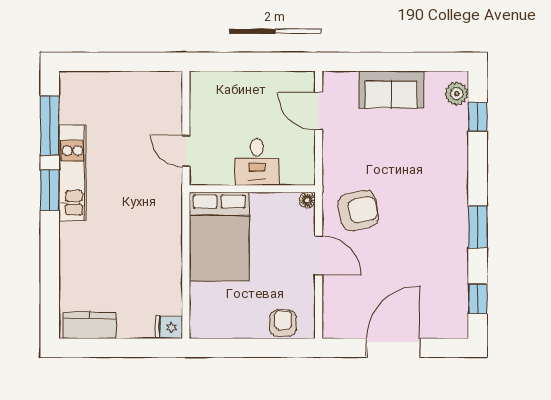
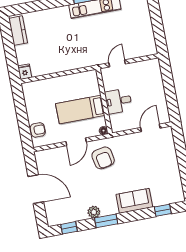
sofa: (391, 90) -> (134, 201), moved, turned 90
plant: (457, 94) -> (94, 212), moved
bed: (219, 236) -> (80, 110), moved, width x0.67

